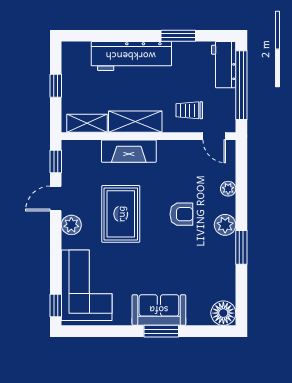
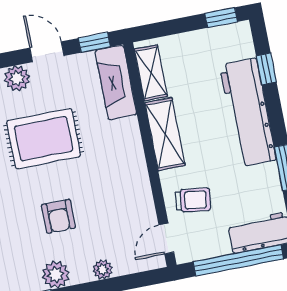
window: (101, 36) -> (266, 69), added
window: (56, 86) -> (221, 18), moved
trolley: (189, 110) -> (193, 200), turned 98
fireplace: (129, 151) -> (116, 82), moved

